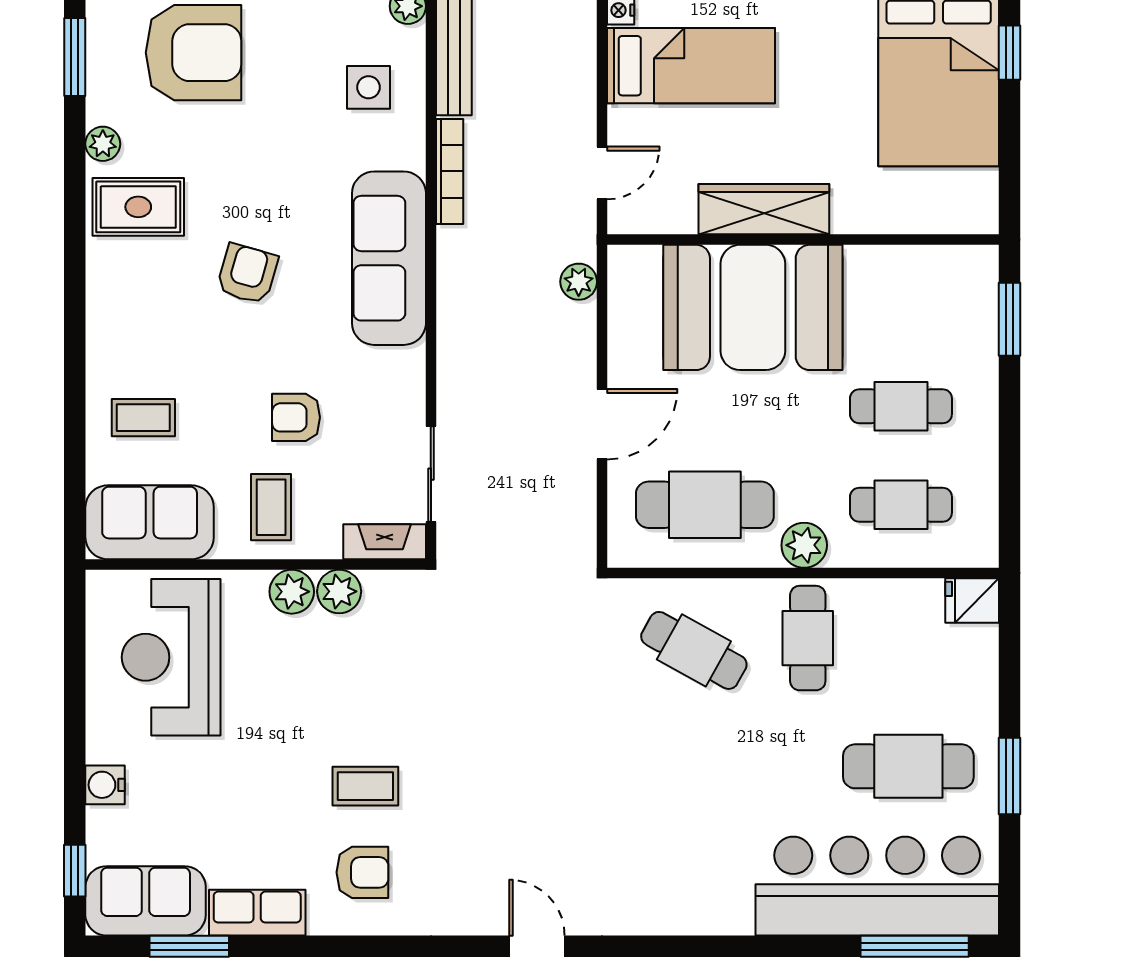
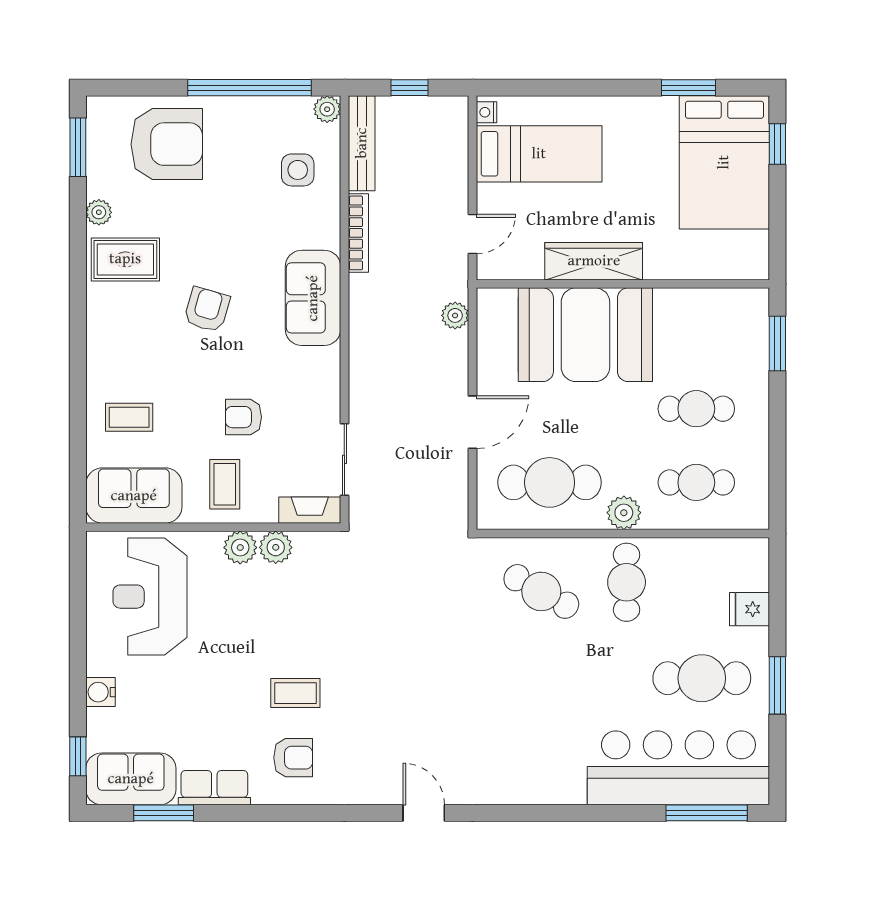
sofa: (389, 258) -> (313, 298), width x0.73
fridge: (972, 601) -> (749, 609), moved

